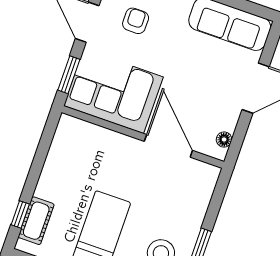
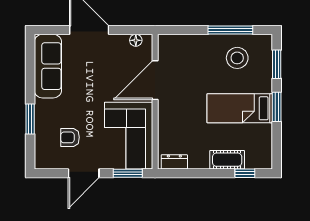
dresser: (63, 135) -> (174, 162), added
cot: (36, 221) -> (227, 160), moved

